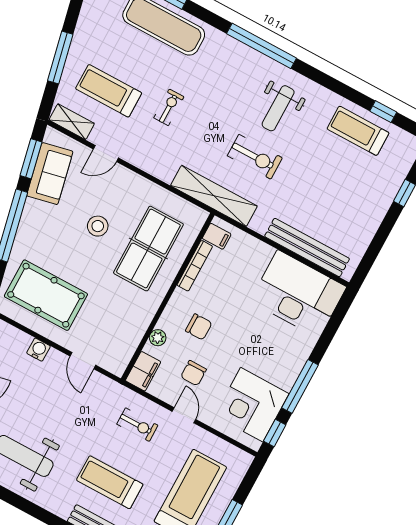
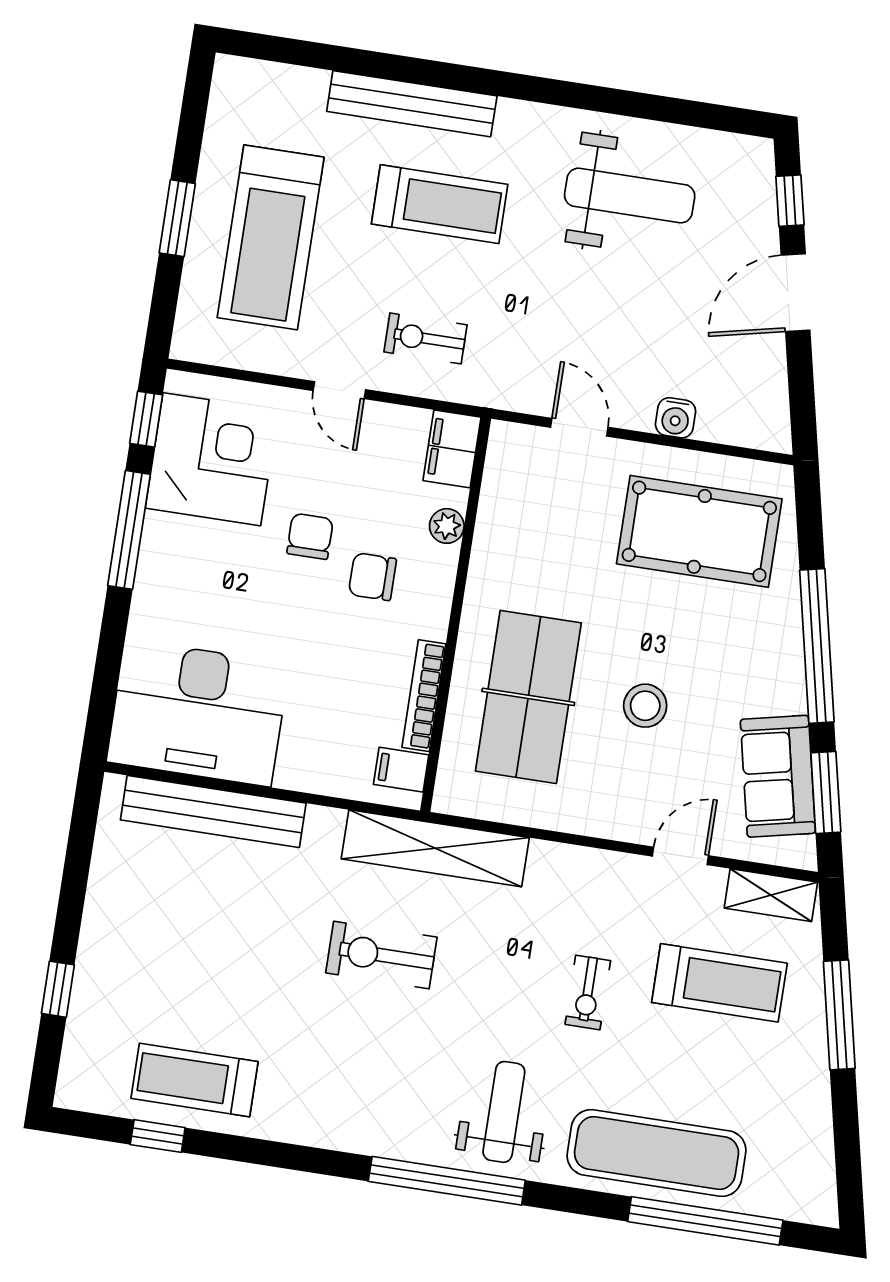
weight bench: (278, 108) -> (504, 1112), moved
treadmill: (358, 131) -> (195, 1080), turned 180
chair: (194, 373) -> (310, 536), moved

